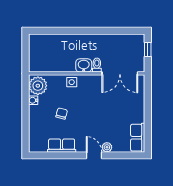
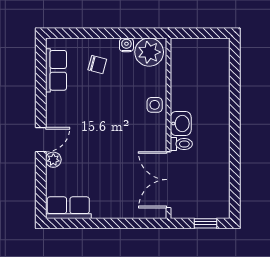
chair: (62, 113) -> (97, 65), moved
row of seats: (62, 146) -> (56, 70), moved

